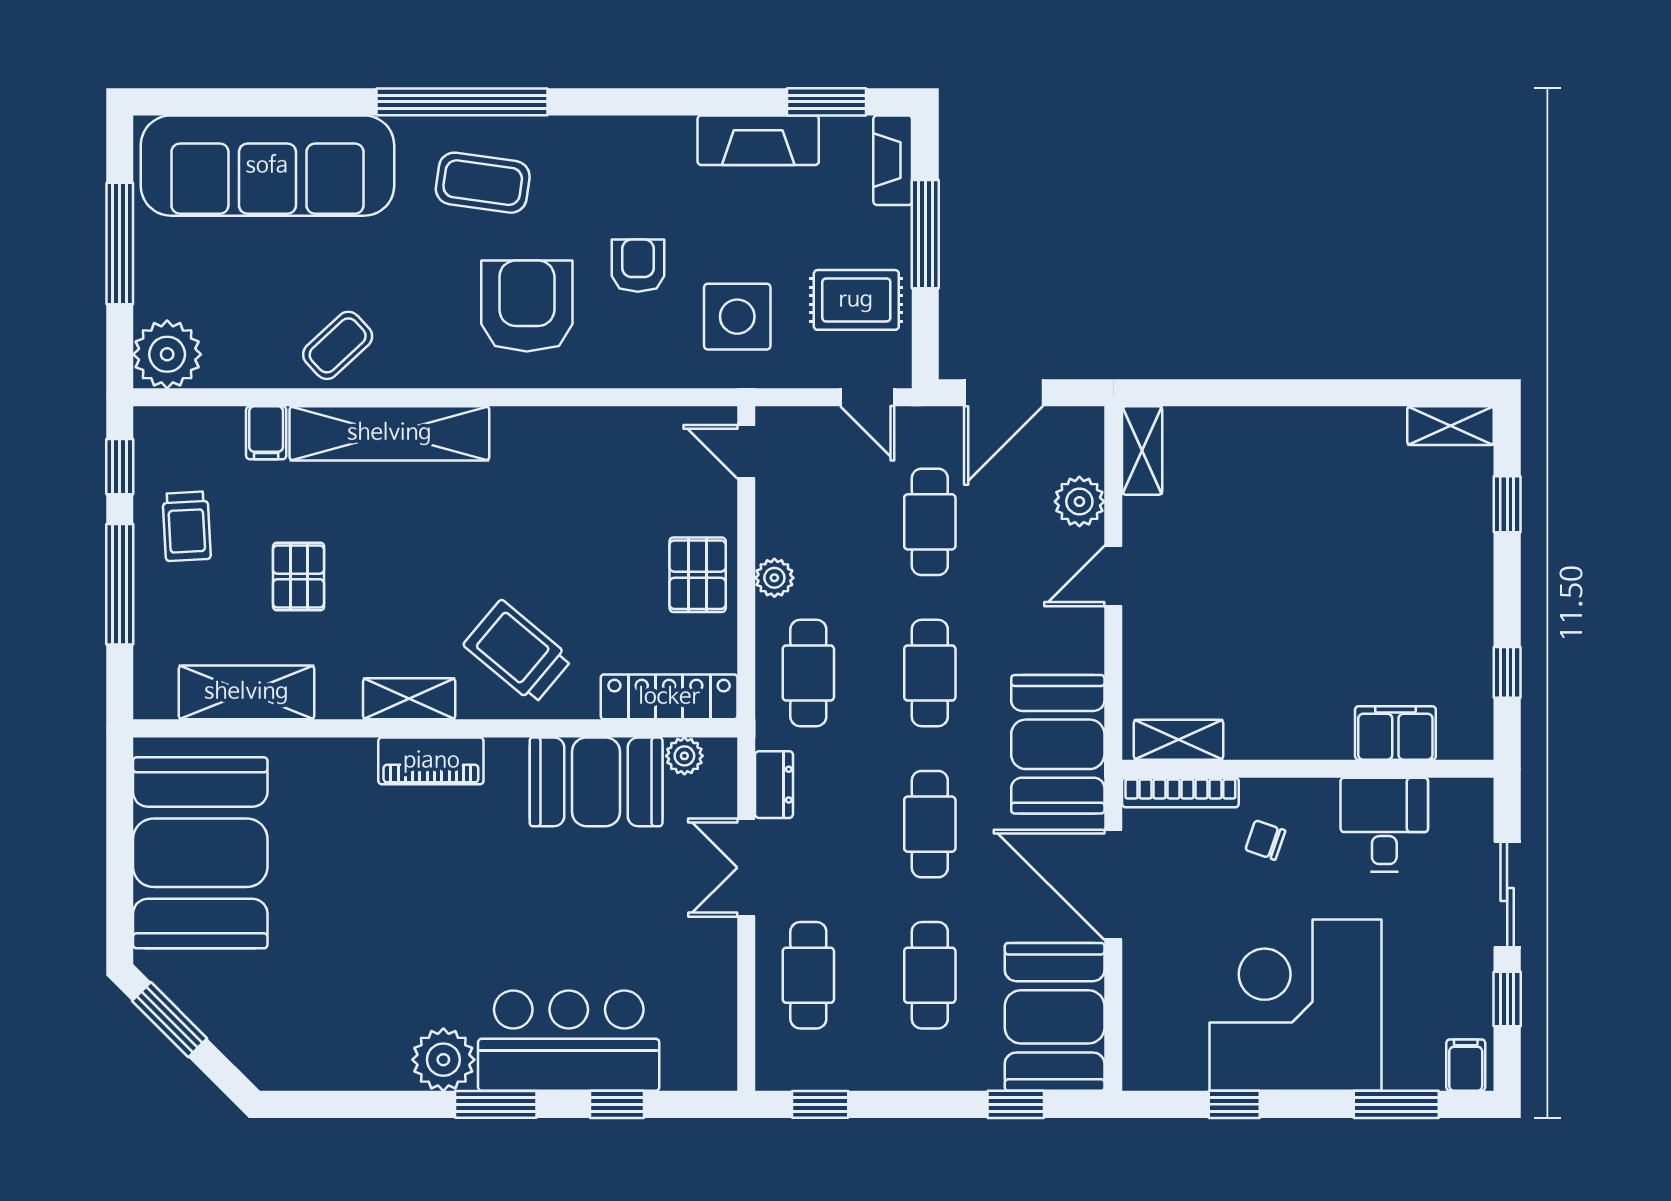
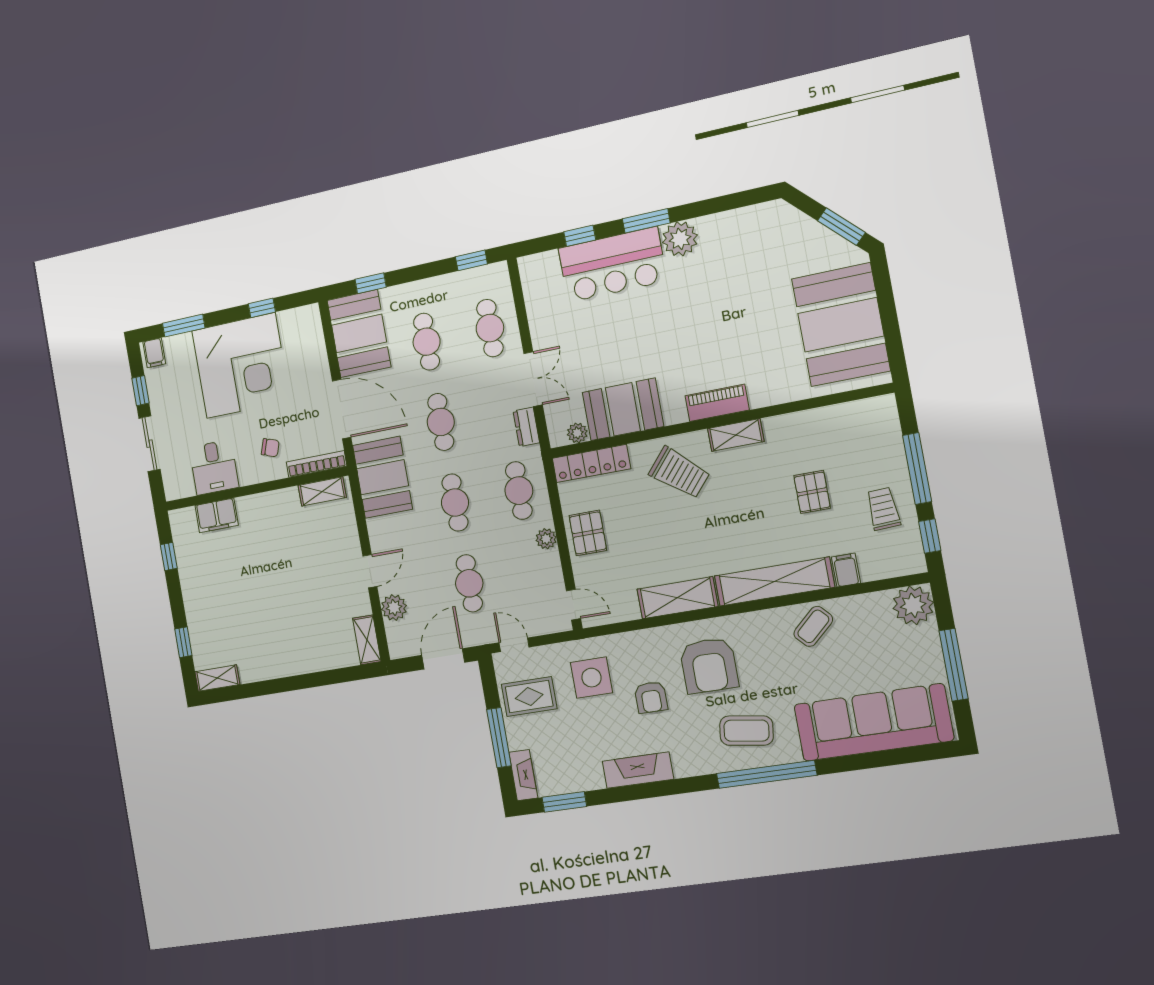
fireplace: (758, 140) -> (638, 770), moved
shelving: (246, 692) -> (677, 598), moved

